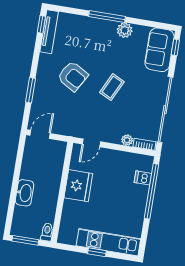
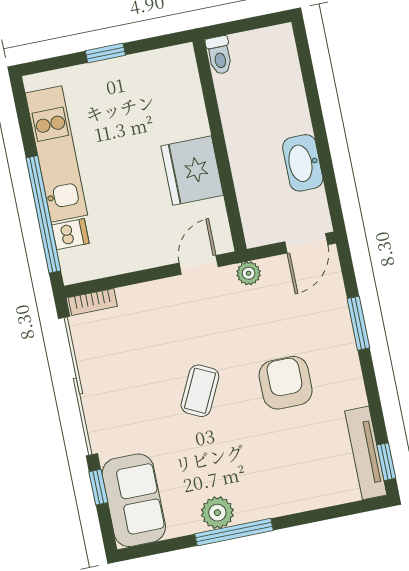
window: (107, 17) -> (234, 532), moved
window: (175, 47) -> (98, 487), moved
armchair: (73, 76) -> (286, 383), turned 60
plant: (127, 140) -> (249, 273), moved
washbasin: (24, 193) -> (303, 163), moved
window: (25, 240) -> (256, 23), removed
kitchen unit: (108, 242) -> (56, 154), moved, turned -90

